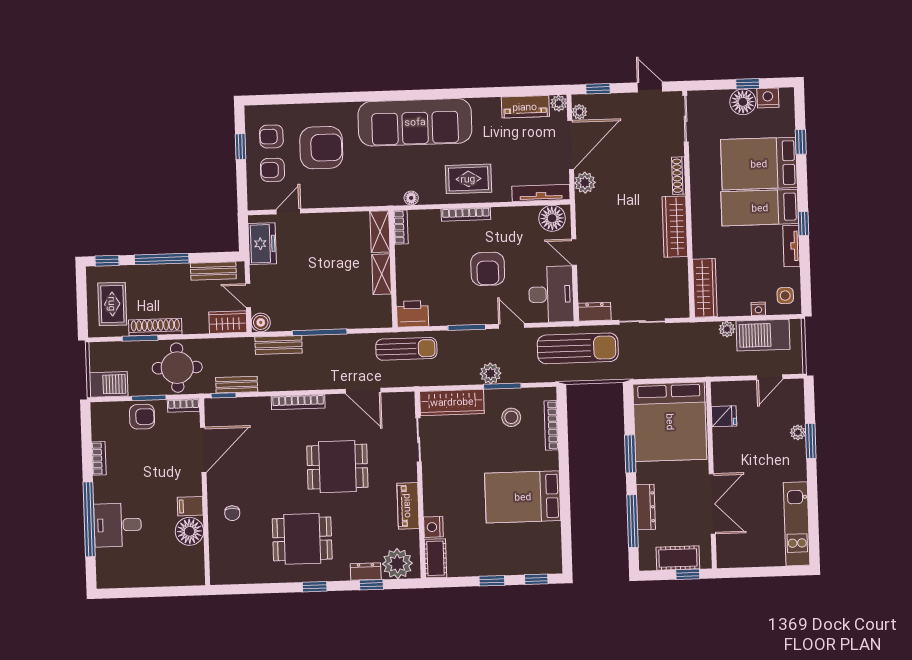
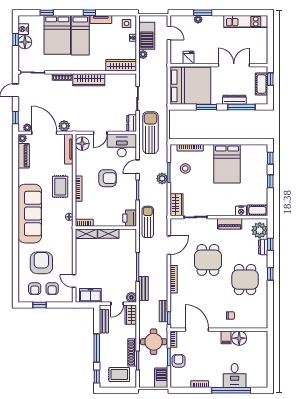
wardrobe: (452, 402) -> (177, 205), width x0.67

